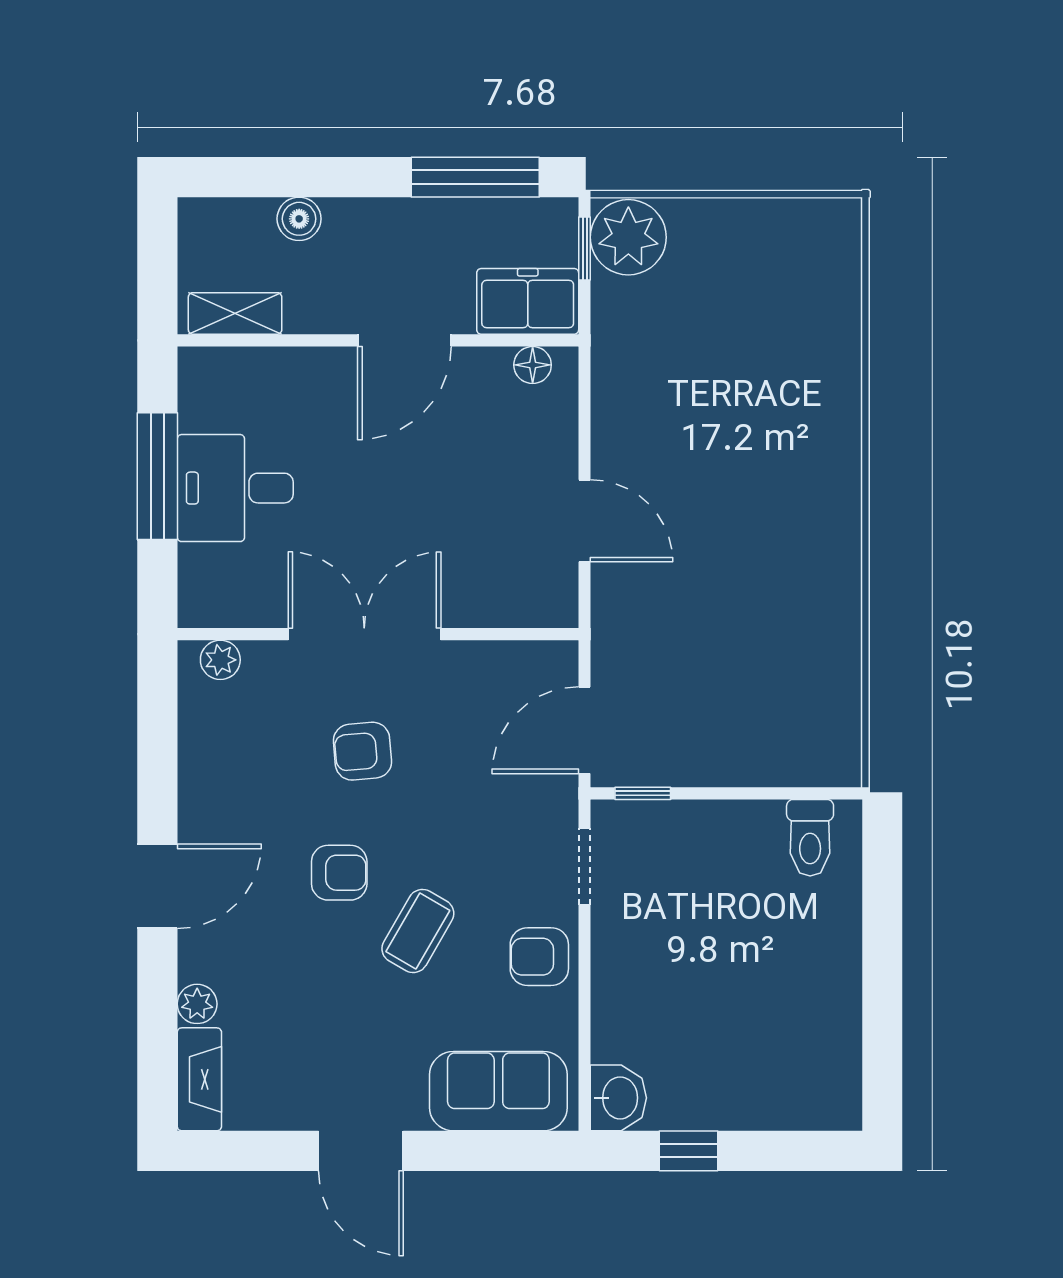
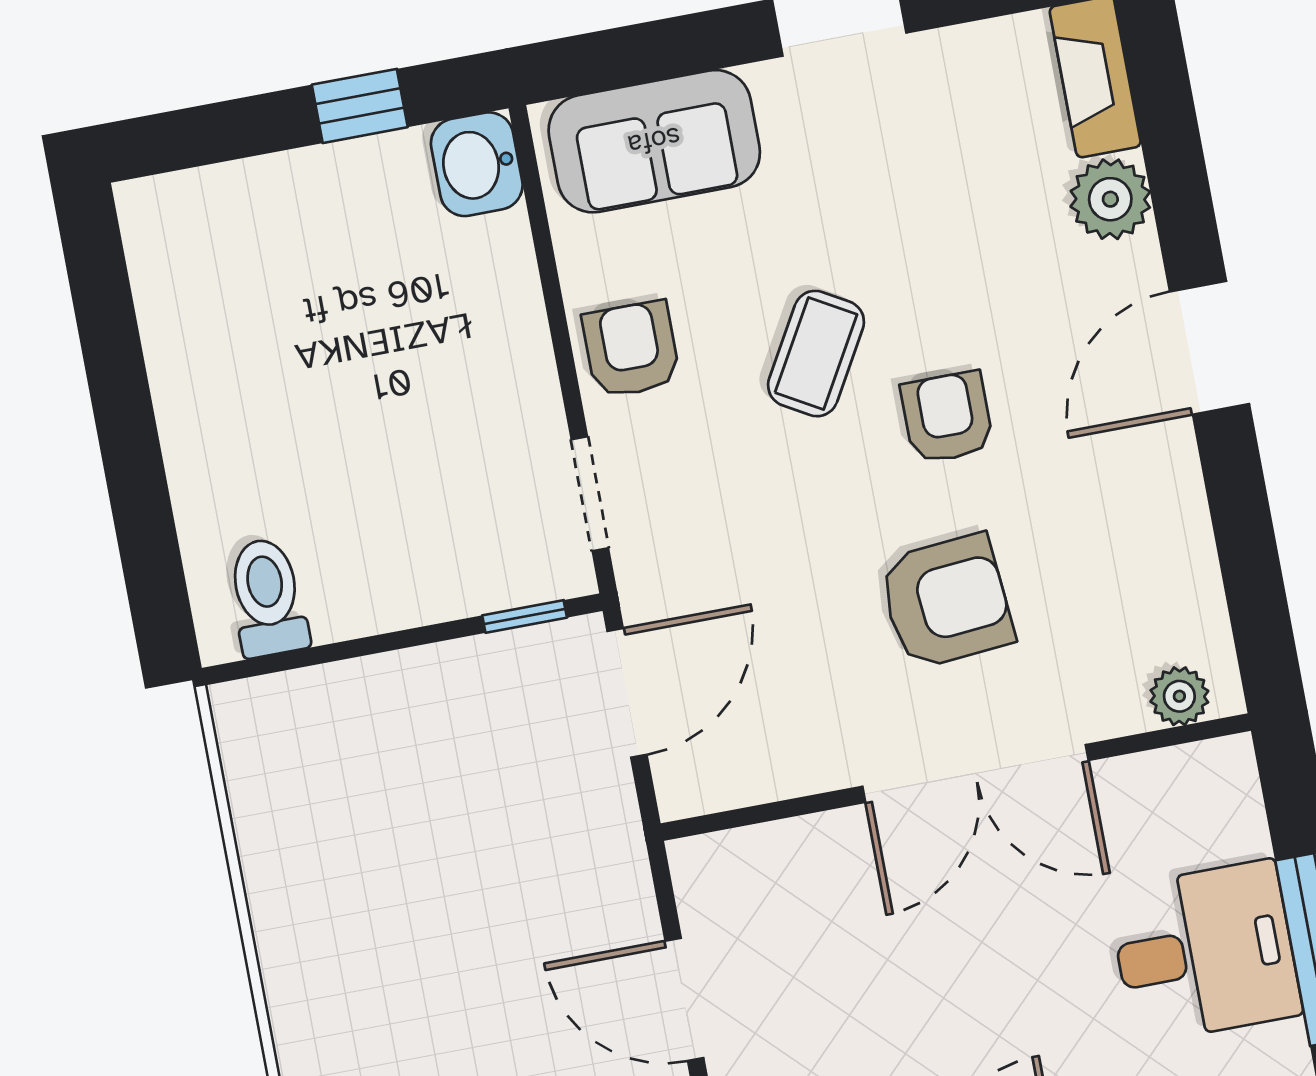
armchair: (362, 751) -> (946, 602), width x1.38, depth x1.38
armchair: (339, 873) -> (947, 417), turned 90
armchair: (539, 957) -> (631, 349), turned -90
plant: (197, 1004) -> (1110, 199), width x1.38, depth x1.38

